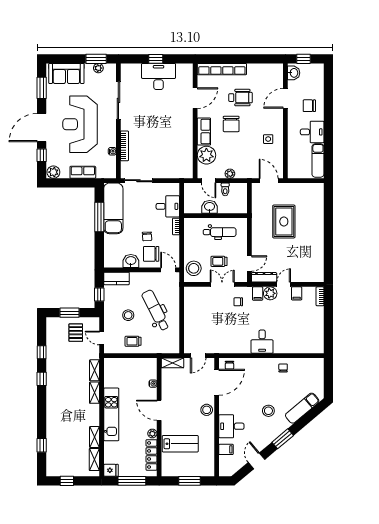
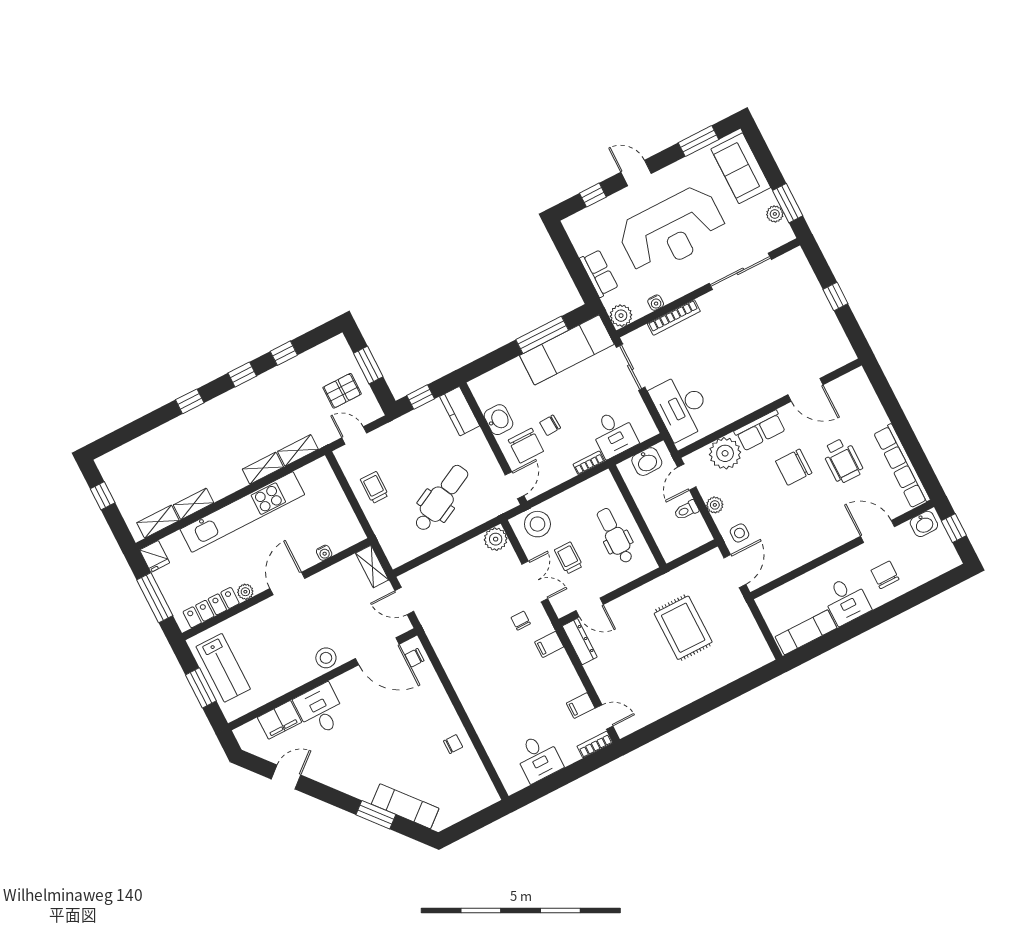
row of seats: (222, 69) -> (902, 466), moved
desk: (159, 76) -> (681, 407), moved, turned 180
reception desk: (80, 124) -> (672, 230), turned 180
door: (42, 128) -> (636, 173), width x0.53
side table: (268, 139) -> (739, 533), moved
plant: (53, 172) -> (621, 316), moved
washbasin: (210, 207) -> (647, 462), moved, turned 90
rug: (284, 221) -> (683, 628), turned 90
dental chair: (220, 232) -> (615, 536), turned 180
chair: (151, 254) -> (526, 446), turned 180
door: (284, 284) -> (604, 717), moved
plant: (270, 293) -> (496, 539), moved
stool: (128, 315) -> (411, 459), removed
door: (102, 338) -> (354, 435), hinge flipped
desk: (262, 342) -> (538, 758), moved, turned -90
stool: (268, 411) -> (374, 755), removed
kitchen unit: (111, 414) -> (242, 512), width x1.36
window: (283, 439) -> (376, 815), moved
lab bench: (180, 444) -> (223, 668), moved
window: (42, 445) -> (190, 401), moved
filing cabinet: (226, 449) -> (279, 720), width x2.00

